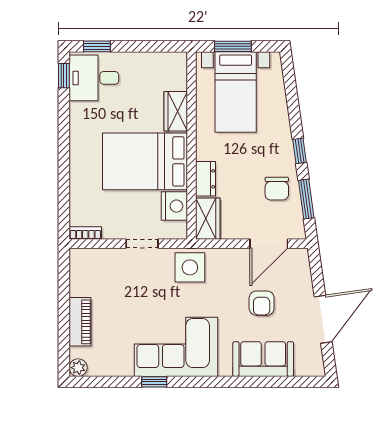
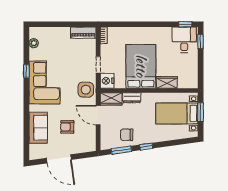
nightstand: (174, 206) -> (107, 81), moved, turned 90
door: (269, 244) -> (98, 115), moved
piano: (80, 322) -> (83, 33), moved
plant: (78, 368) -> (34, 43), moved

